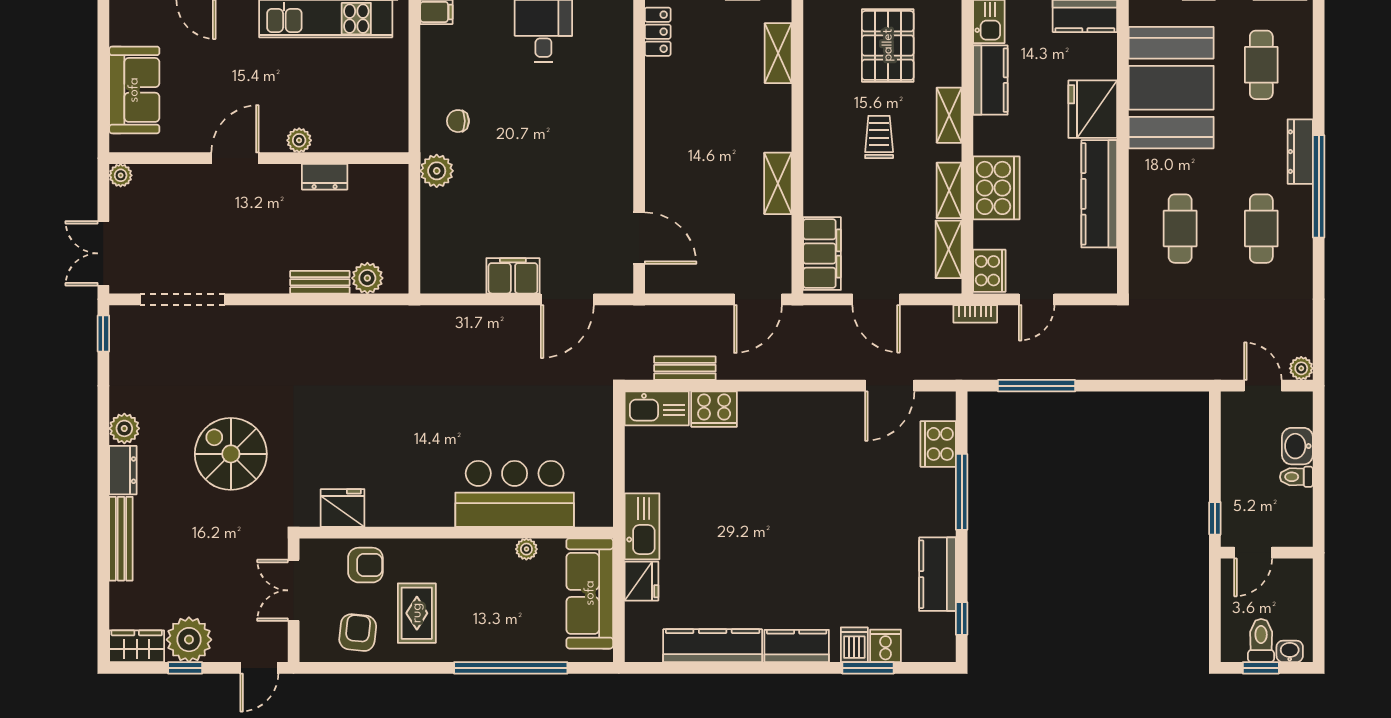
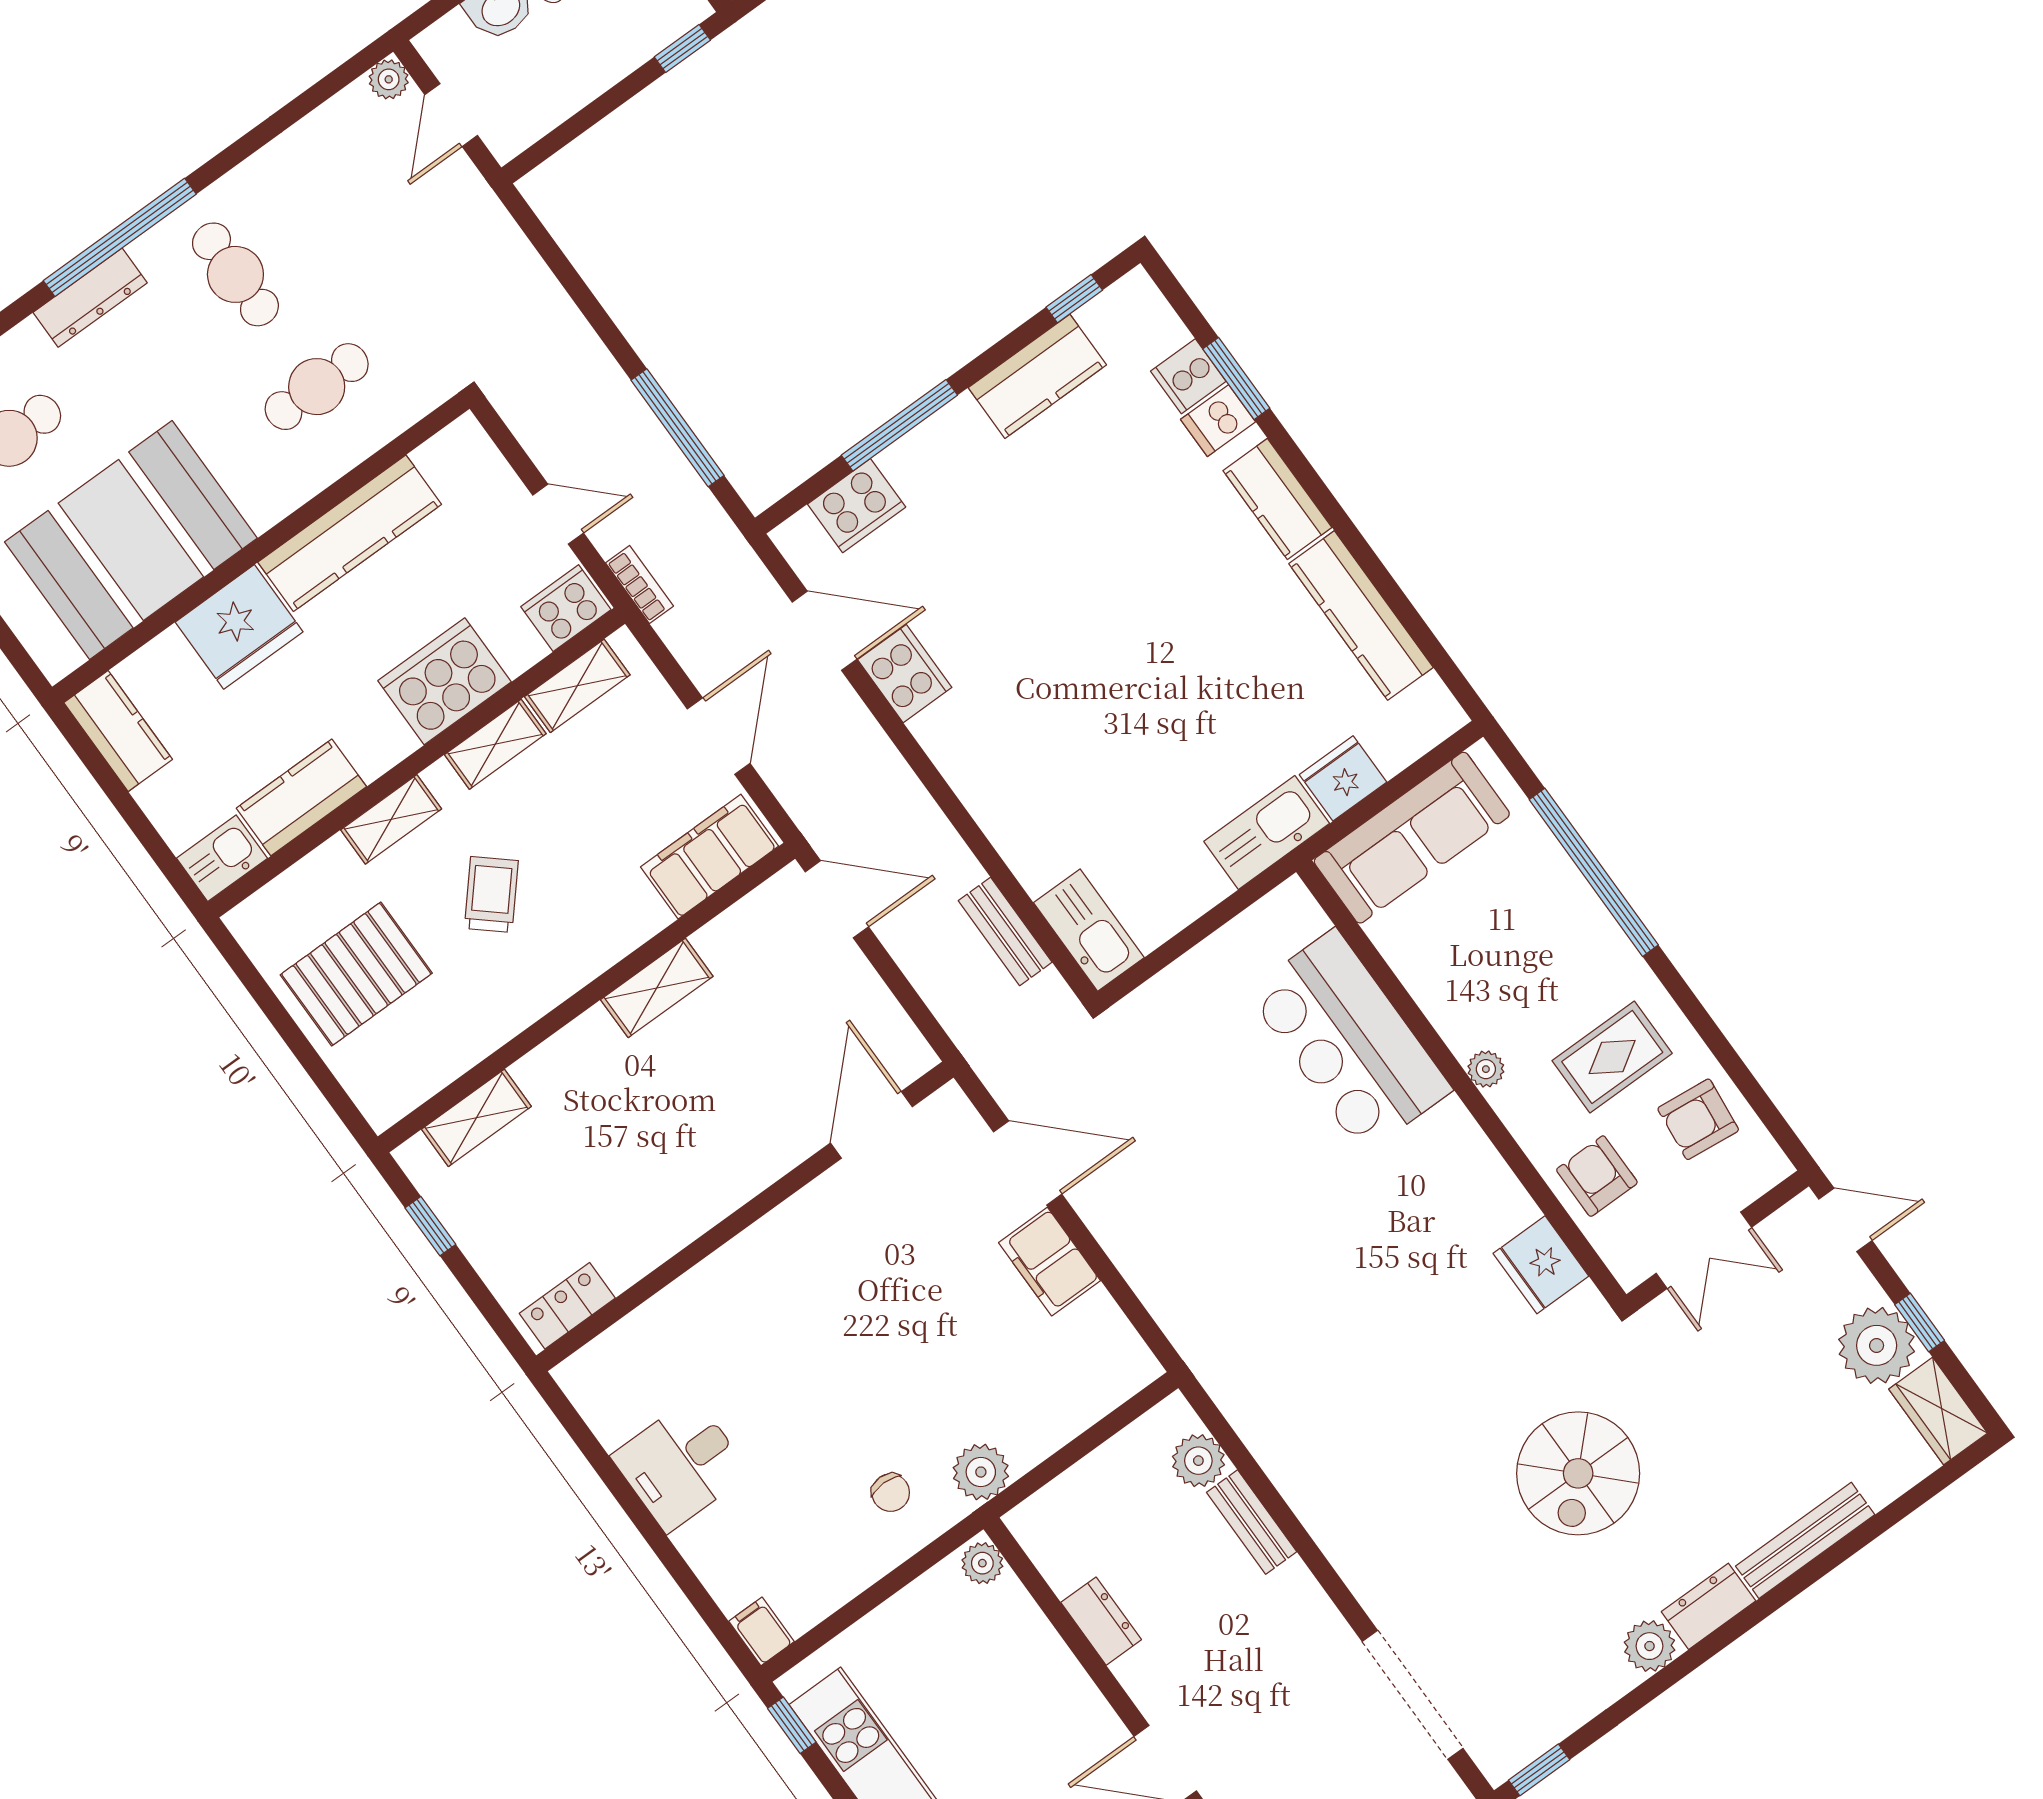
trolley: (879, 137) -> (491, 894), turned 131
plant: (299, 140) -> (982, 1563), moved
cafe table: (1261, 229) -> (235, 274), turned 90
cooker: (714, 409) -> (905, 674), moved
plant: (526, 549) -> (1486, 1069), moved

